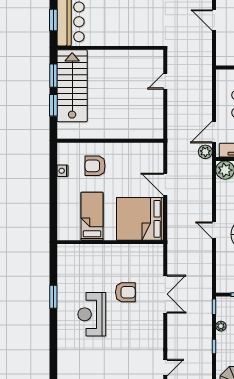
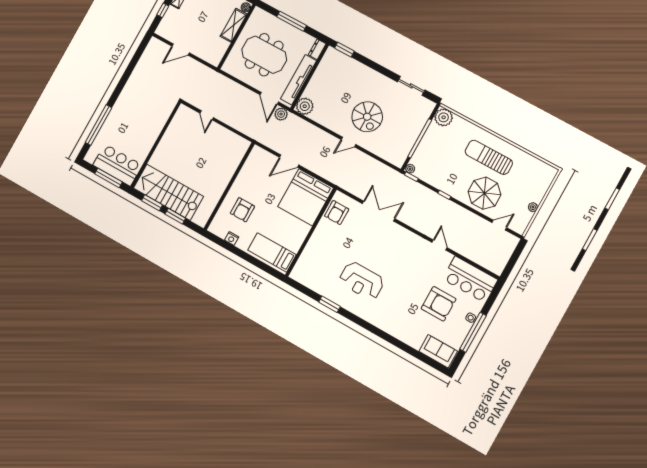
window: (53, 20) -> (108, 178), width x1.44
bed: (92, 216) -> (272, 252), moved
armchair: (125, 292) -> (337, 213), moved, turned 180
plant: (221, 326) -> (410, 169), moved

